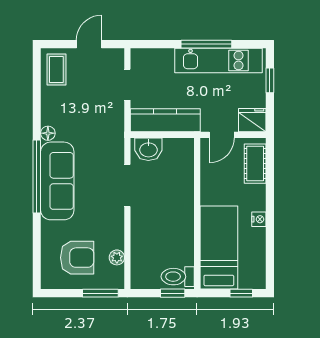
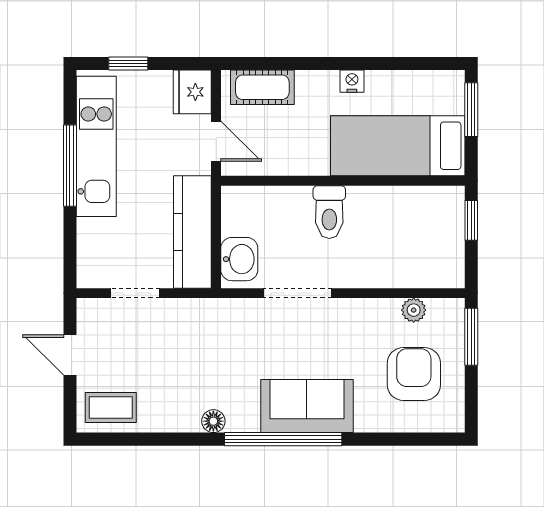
sofa: (57, 181) -> (307, 406), width x0.73
toilet: (178, 277) -> (329, 212), moved
window: (241, 293) -> (471, 110), width x1.50

